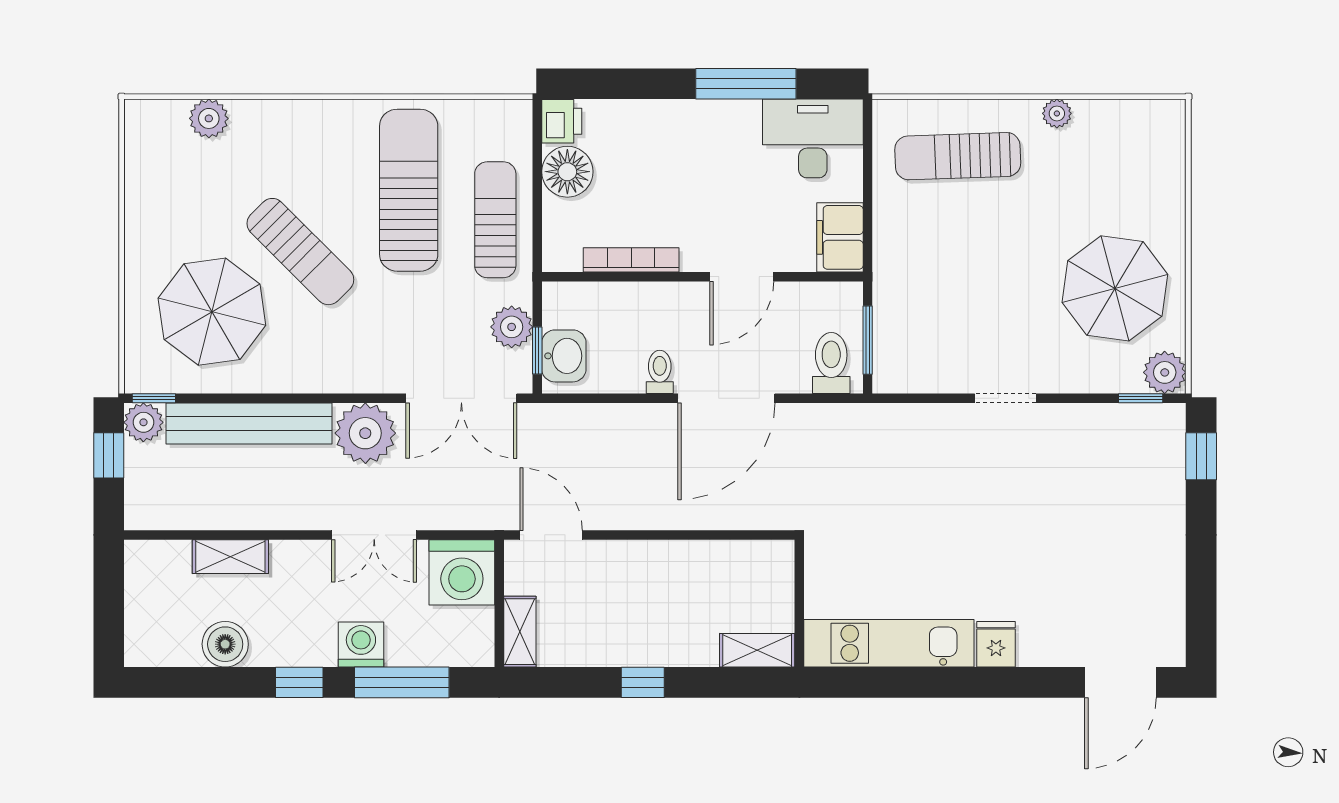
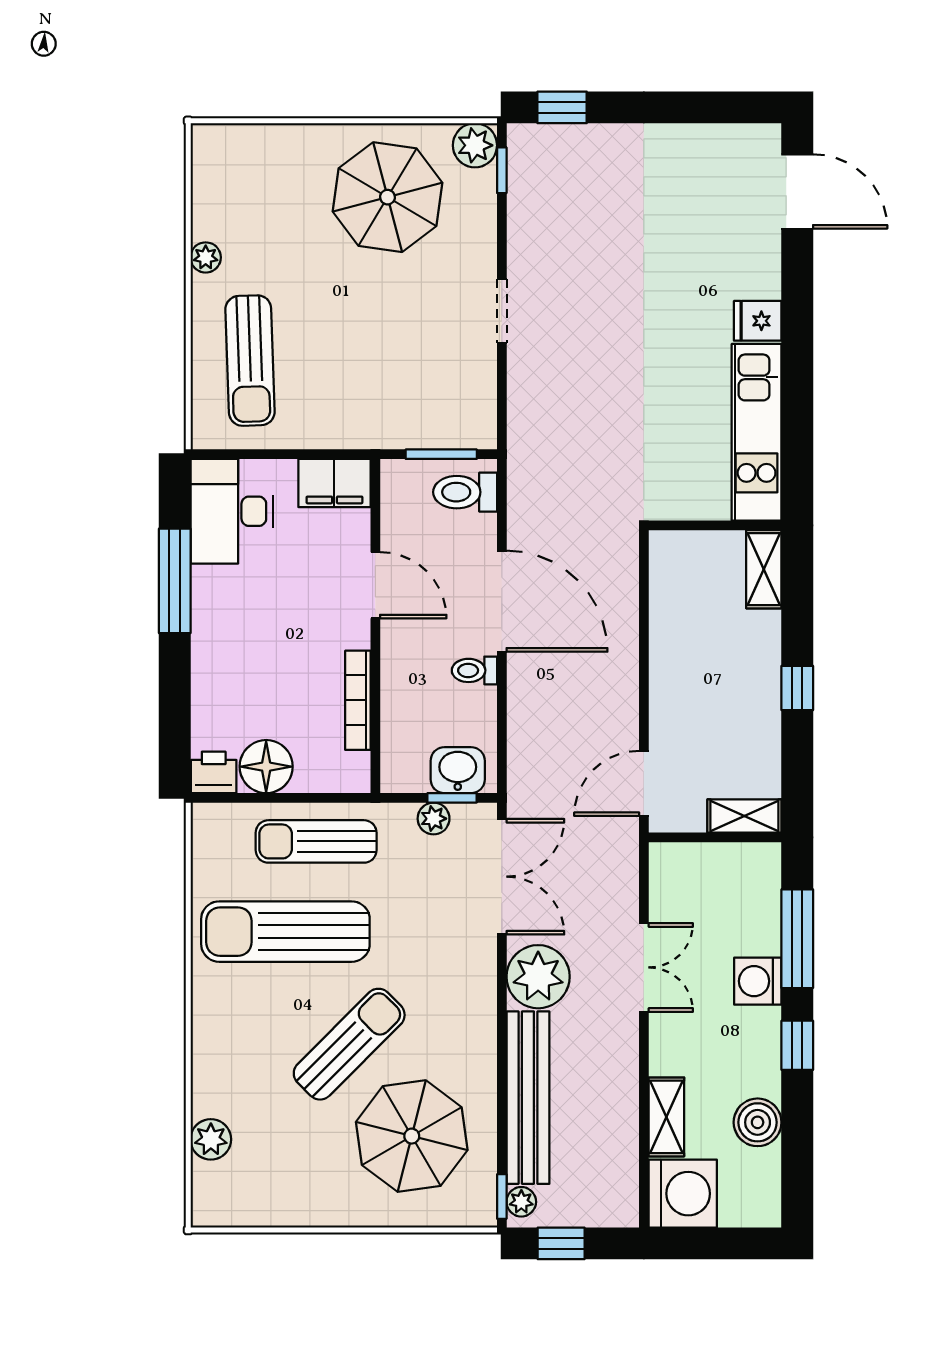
plant: (512, 327) -> (434, 819), width x0.73, depth x0.73
plant: (143, 422) -> (521, 1202), width x0.73, depth x0.73
washing machine: (462, 572) -> (683, 1194), moved

